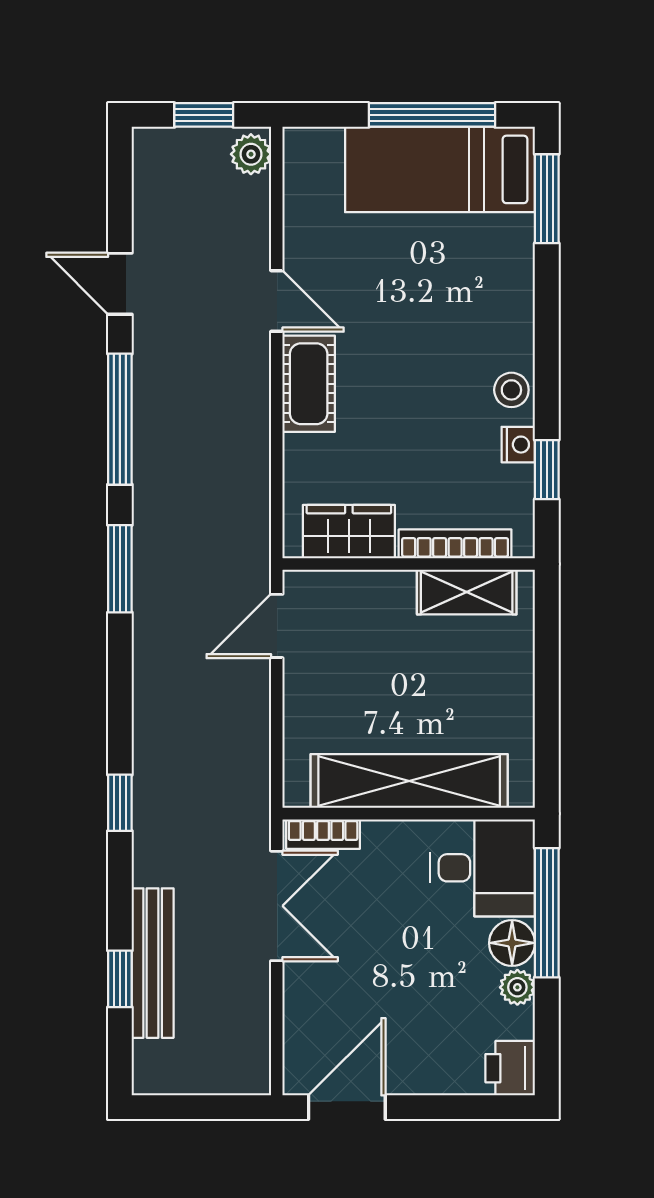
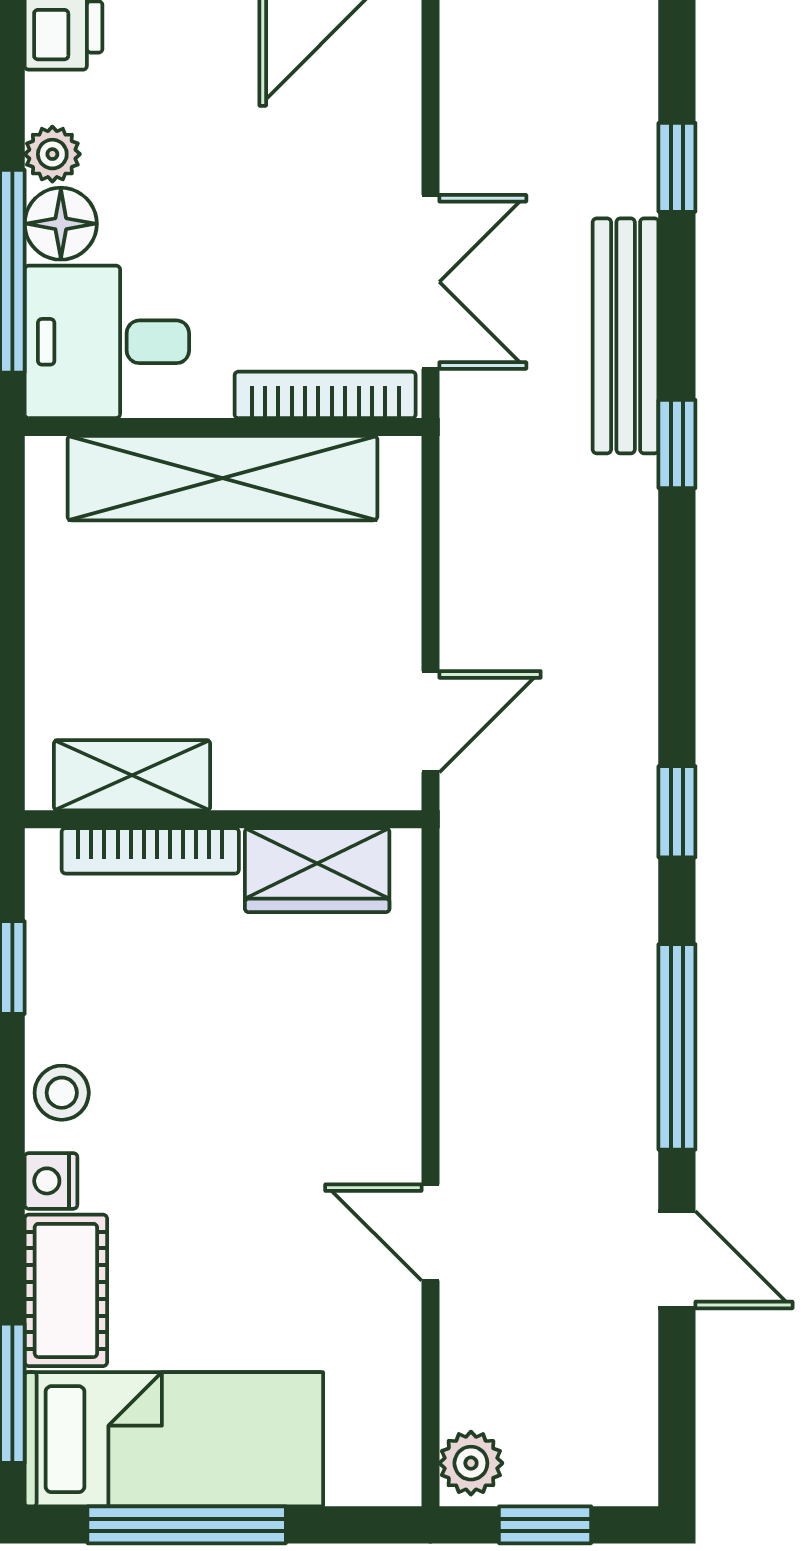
cot: (309, 384) -> (66, 1290), moved
nightstand: (518, 445) -> (51, 1181), moved
window: (120, 569) -> (677, 812), width x0.67
bookcase: (323, 834) -> (325, 395), width x1.56
double door: (277, 906) -> (430, 282), swing flipped
bench: (153, 963) -> (626, 336), moved

